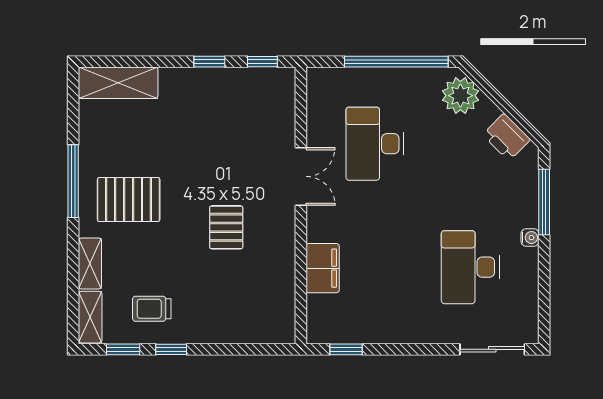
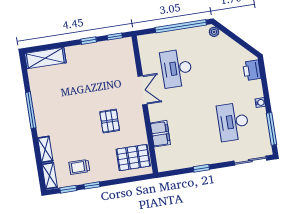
plant: (460, 96) -> (214, 32), width x0.53, depth x0.53
printer: (506, 137) -> (252, 70), moved, turned 45
pallet: (129, 200) -> (133, 158), moved
window: (544, 202) -> (271, 129), moved
window: (346, 349) -> (201, 168), moved

